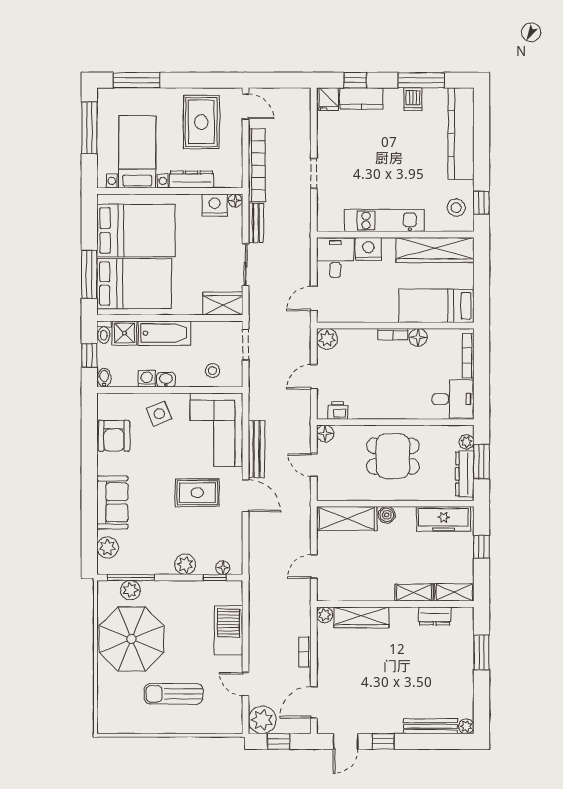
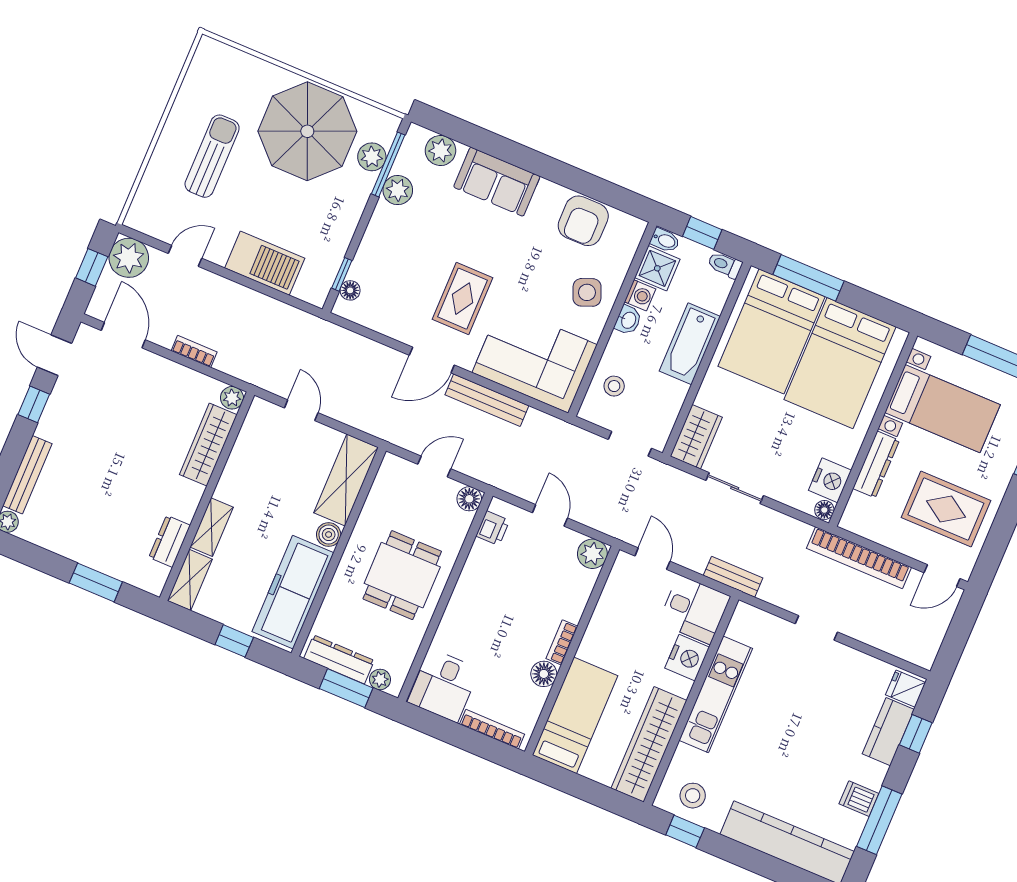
bench: (256, 223) -> (733, 577), moved
shower: (124, 333) -> (657, 268), moved
armchair: (114, 436) -> (583, 221), turned -90
freezer: (444, 519) -> (293, 592), width x1.36, depth x1.26
plant: (185, 564) -> (398, 190), moved

